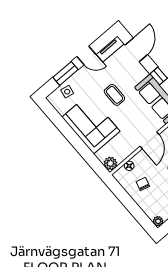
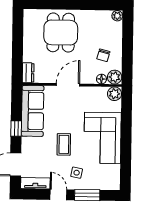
side table: (67, 92) -> (77, 173), moved
plant: (121, 175) -> (115, 77), added

